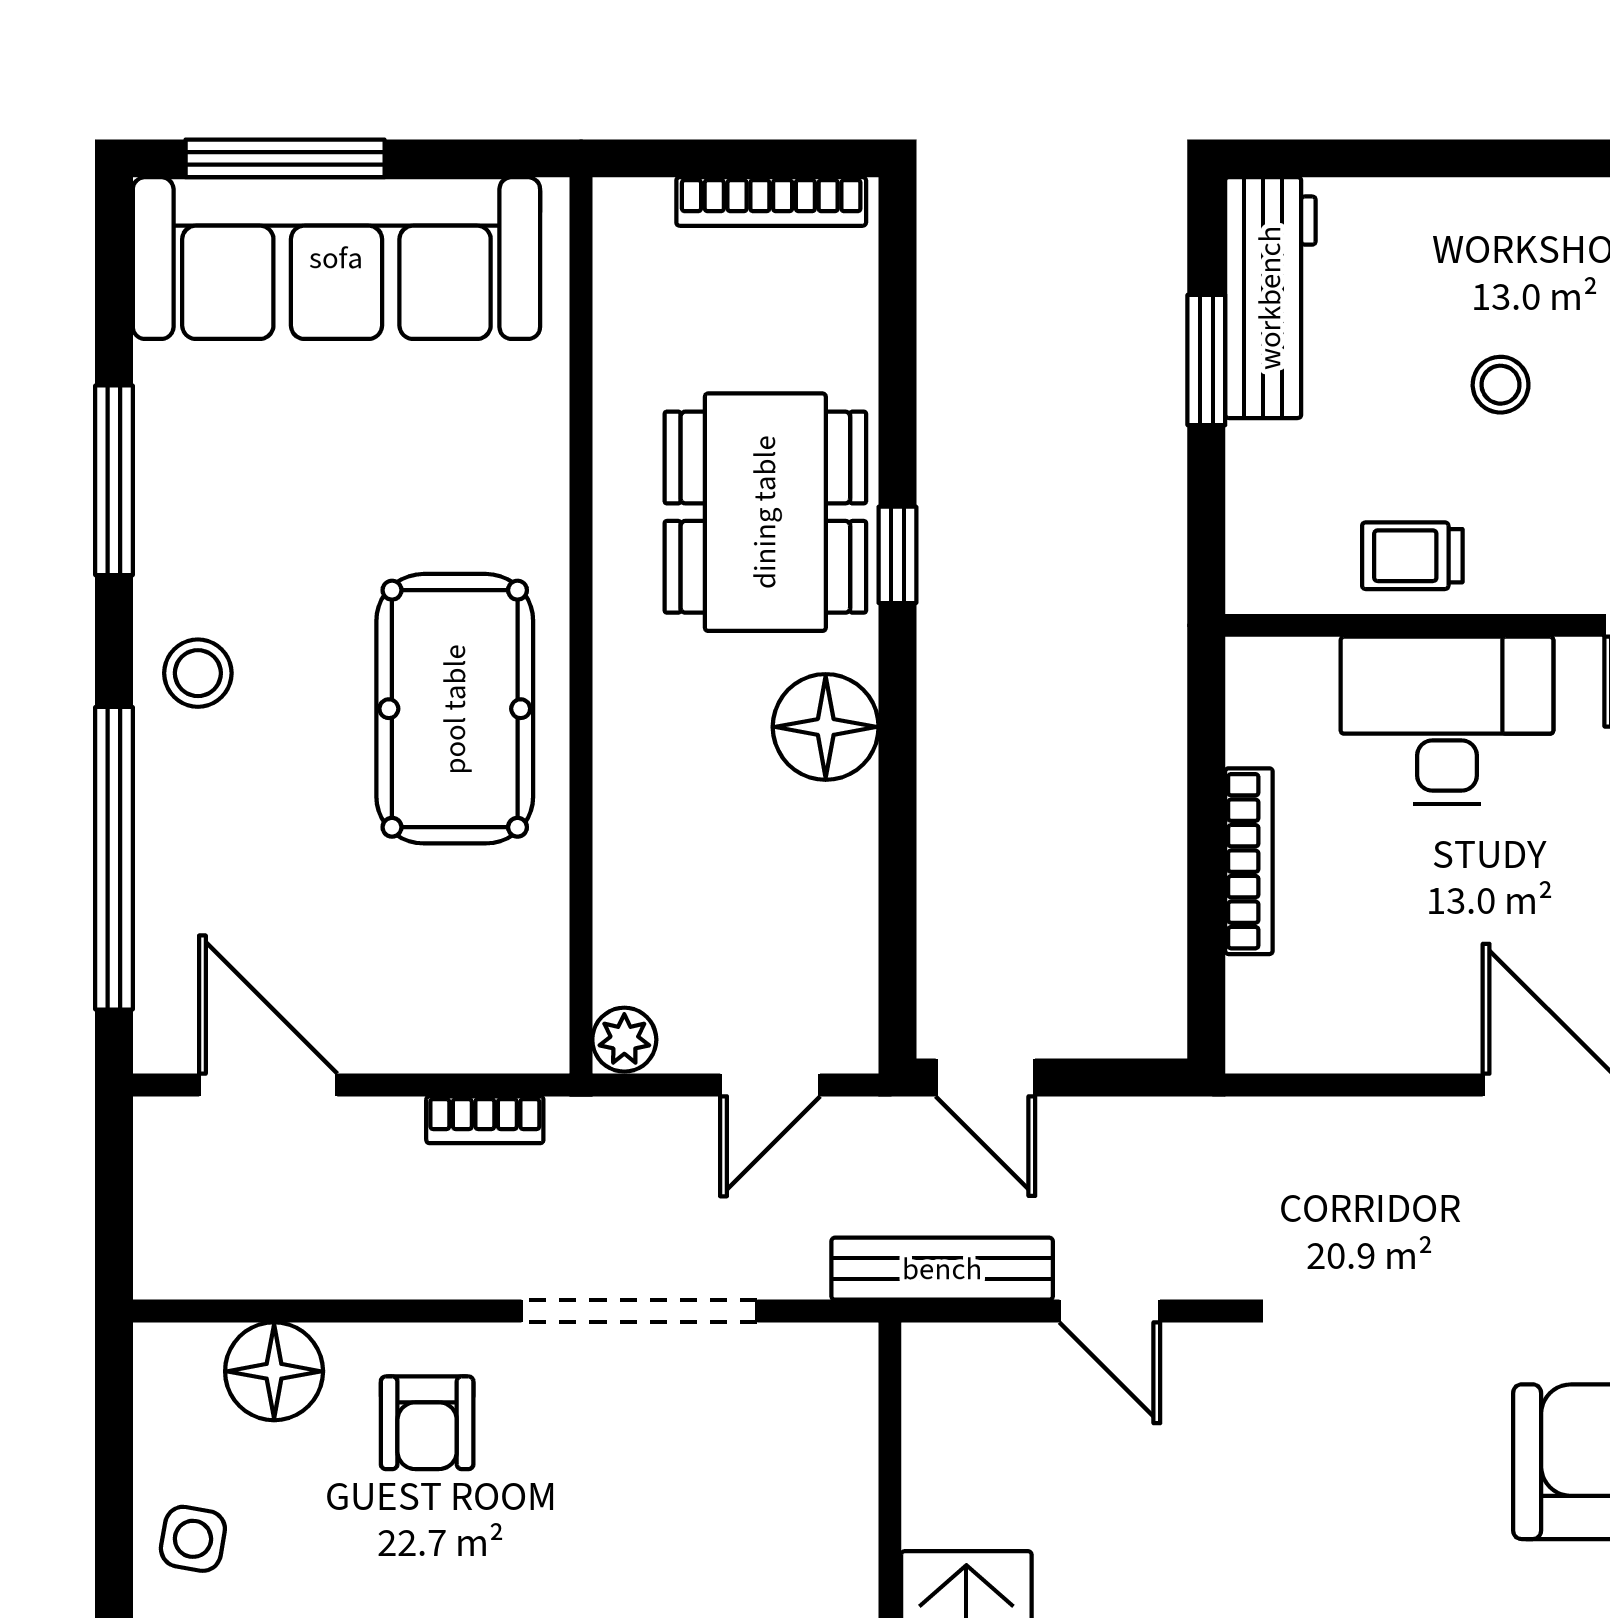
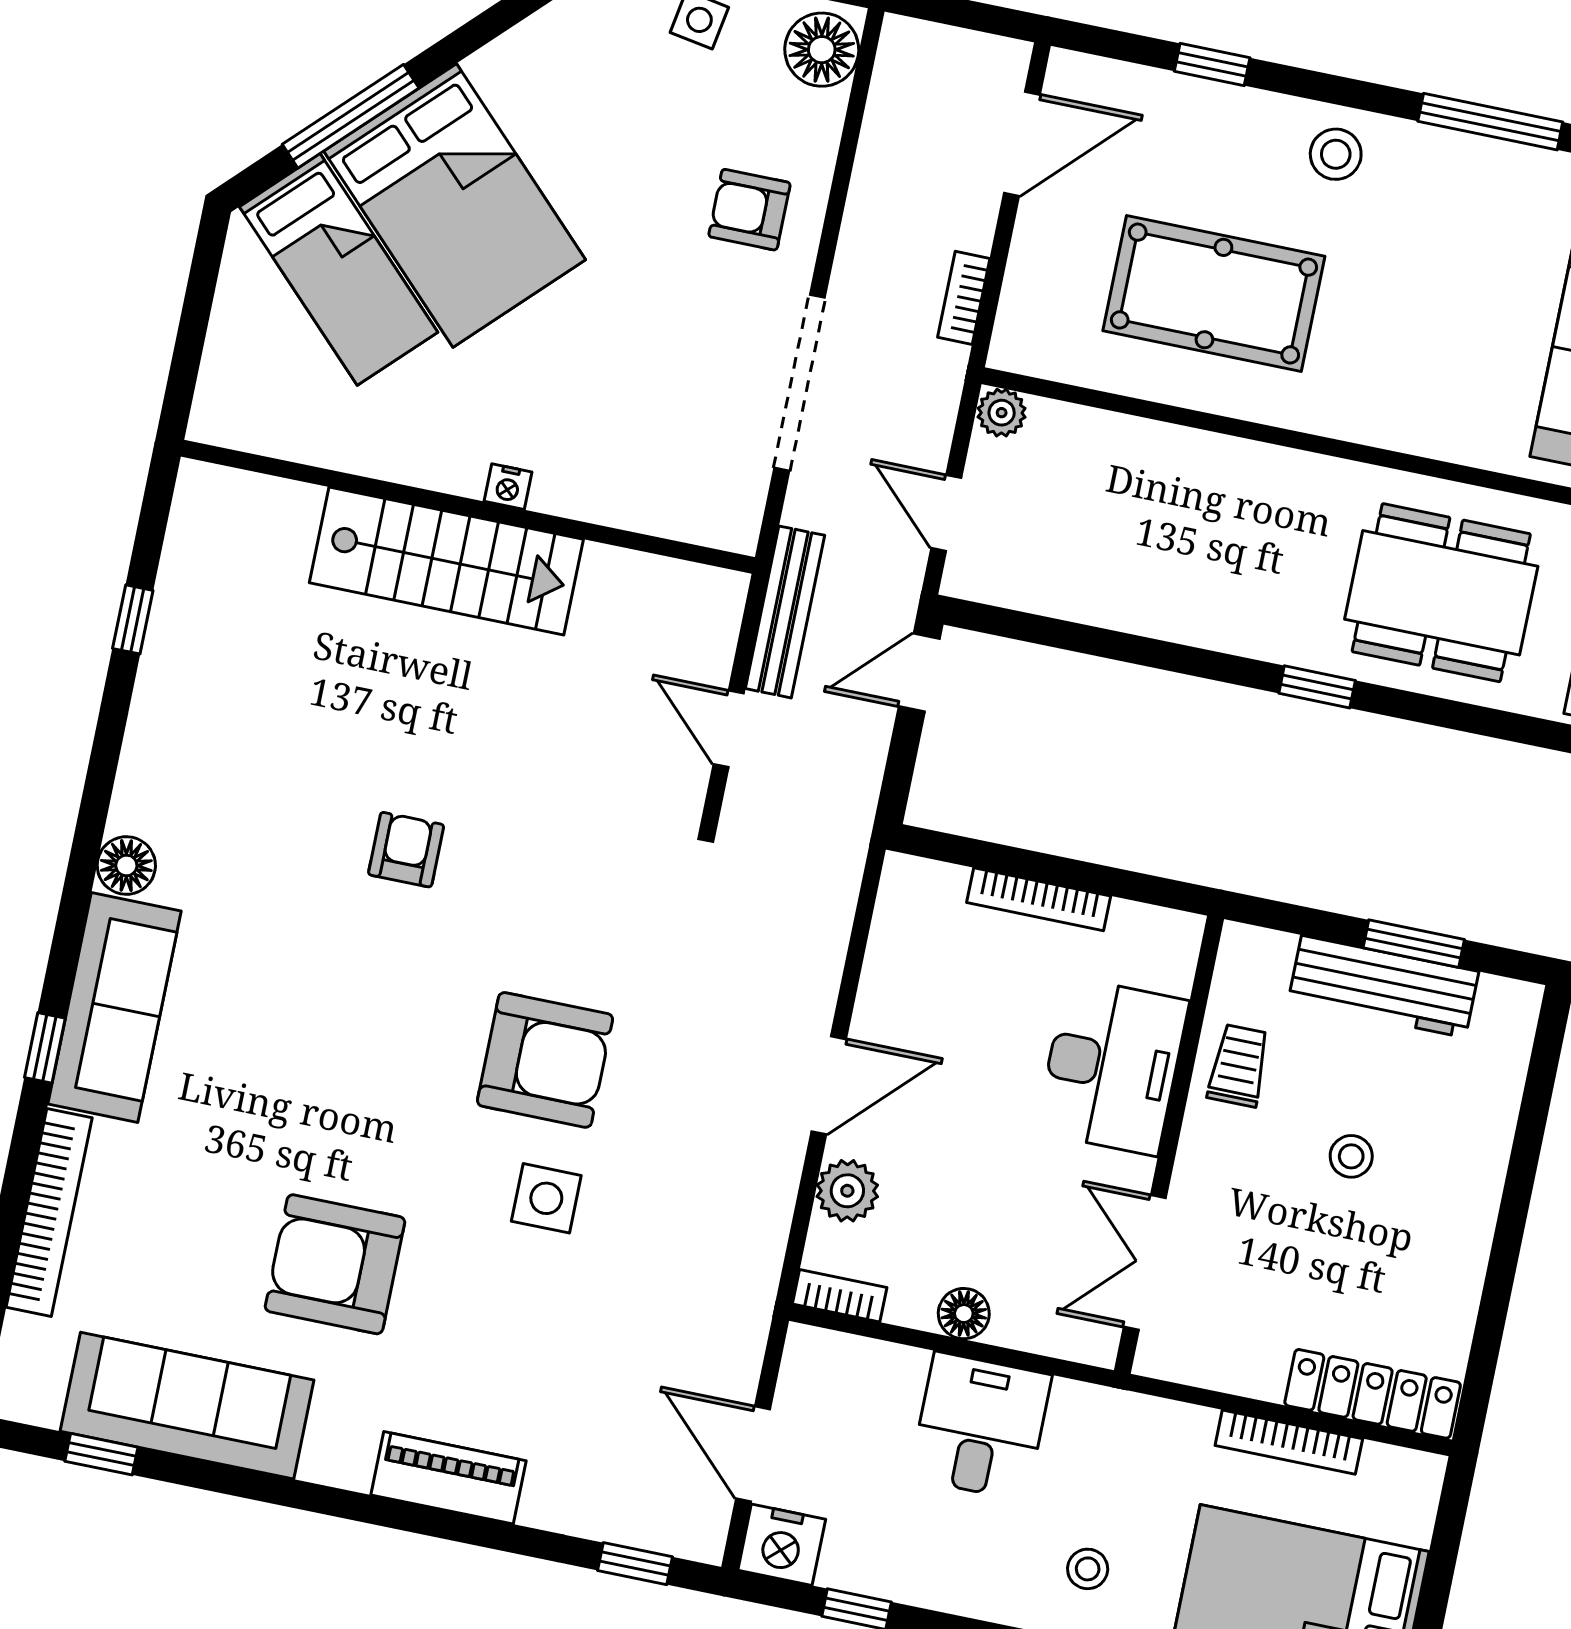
workbench: (1270, 298) -> (1383, 987), moved
dining table: (765, 512) -> (1441, 593), moved
pool table: (455, 709) -> (1214, 294), moved
floor lamp: (826, 727) -> (1201, 608), removed
window: (114, 858) -> (1212, 64), width x0.32
door: (1110, 1311) -> (729, 729), hinge flipped
floor lamp: (274, 1371) -> (822, 50), moved

